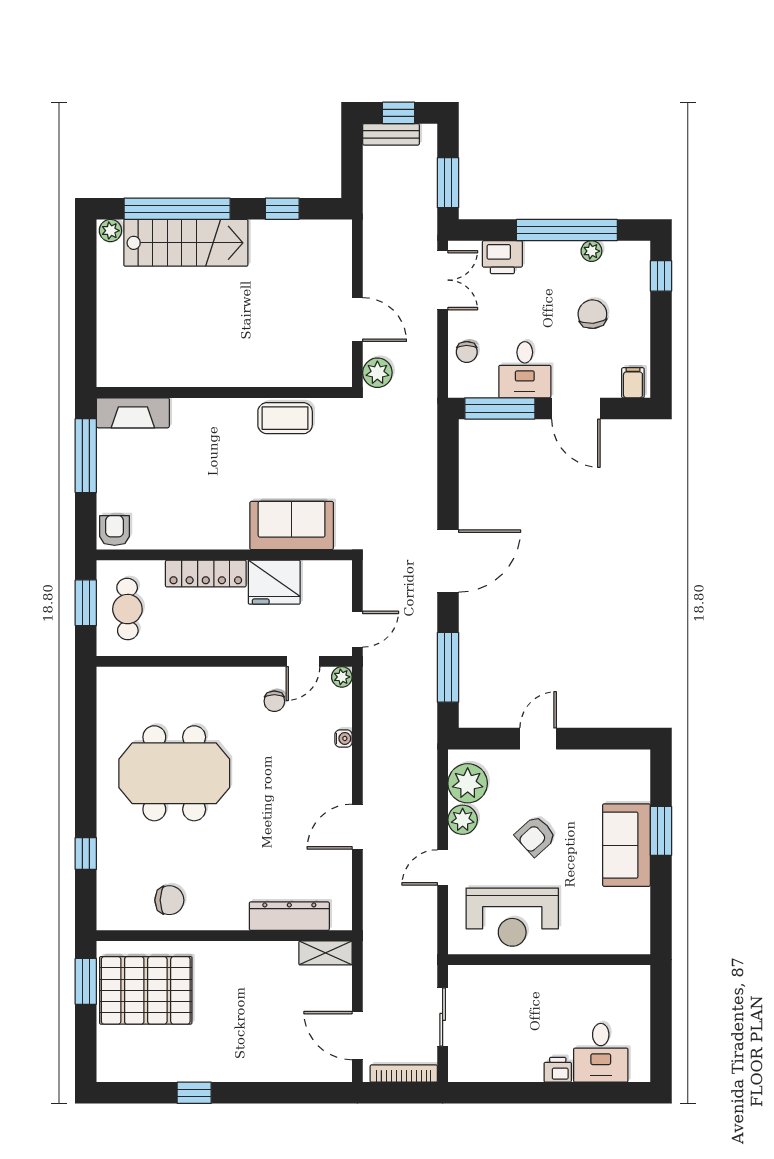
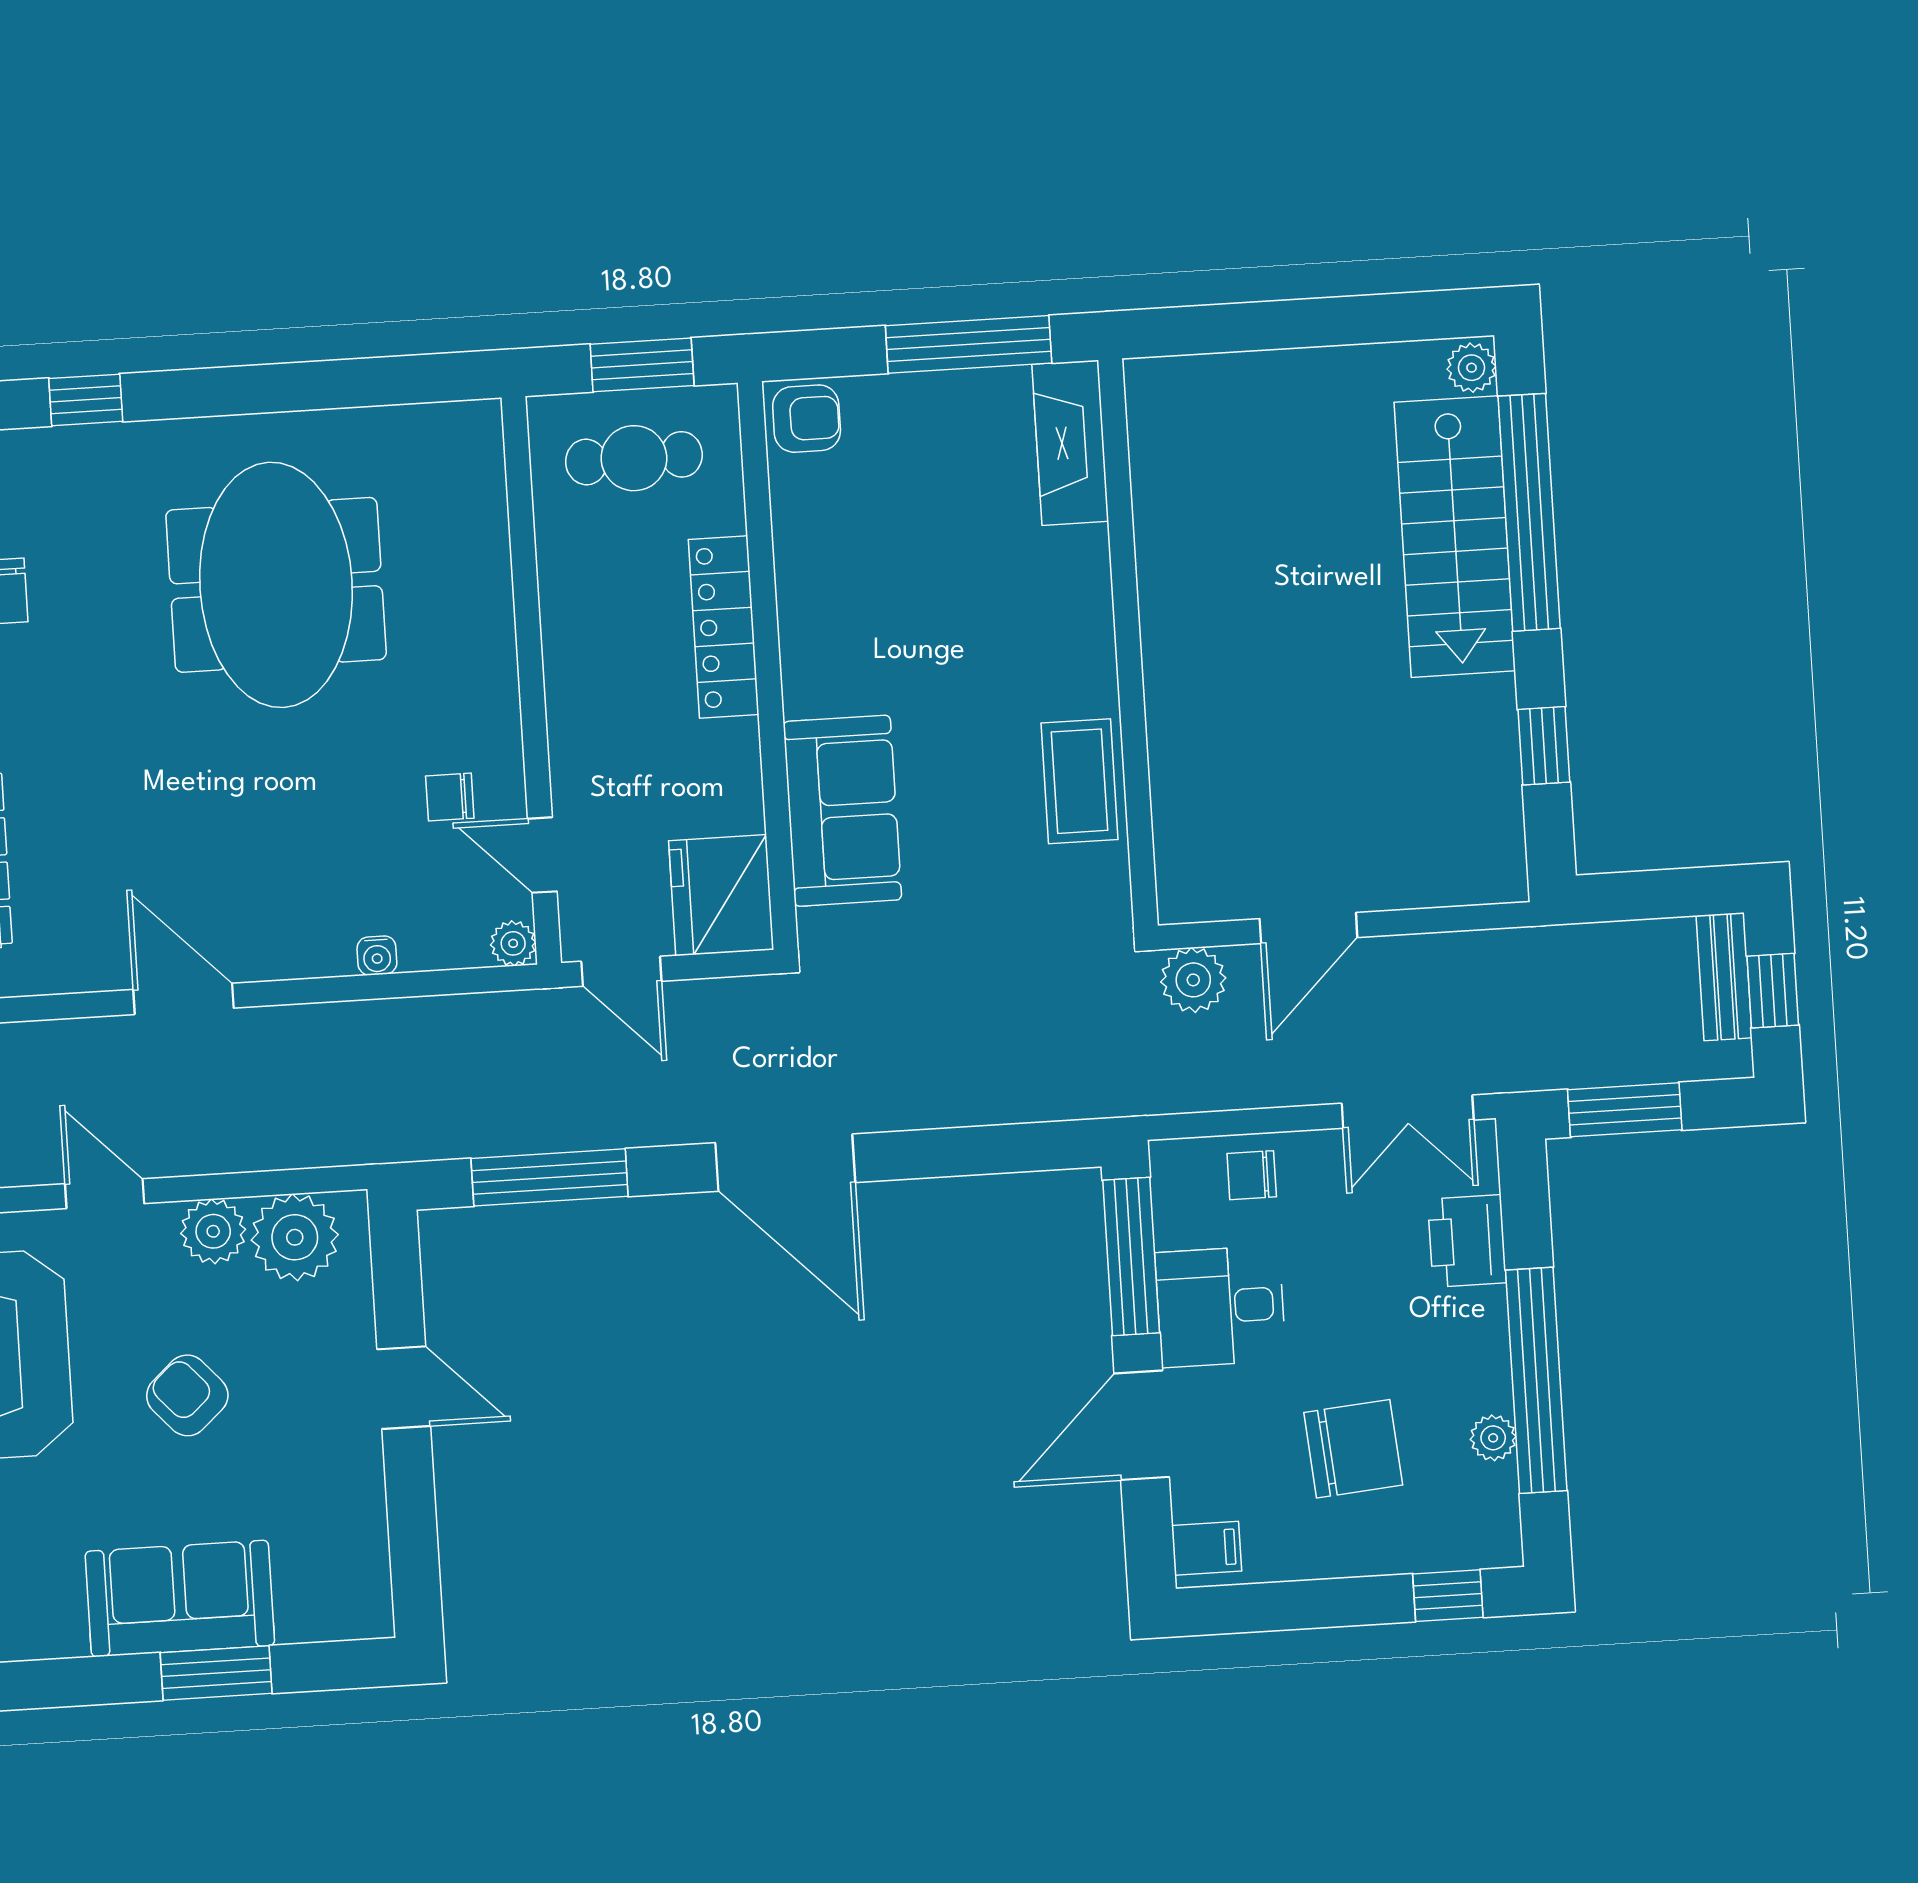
chair: (592, 314) -> (1353, 1449), width x1.37, depth x1.37
fridge: (274, 582) -> (721, 895), moved

